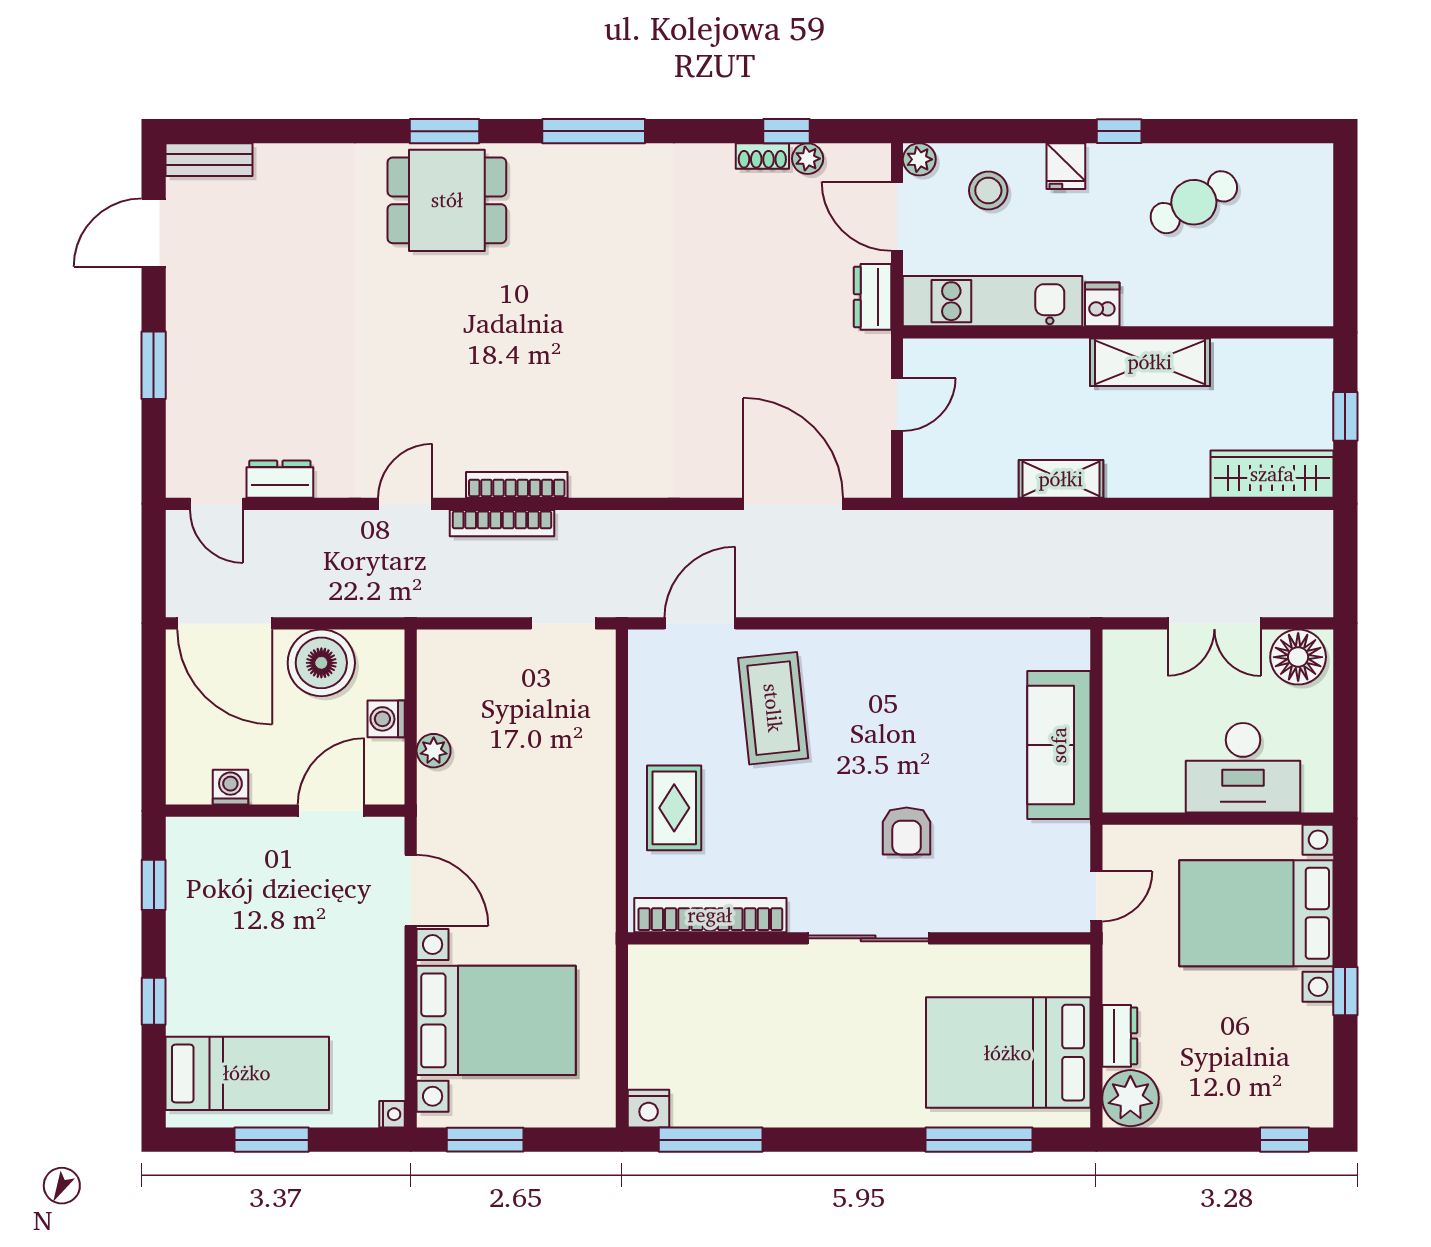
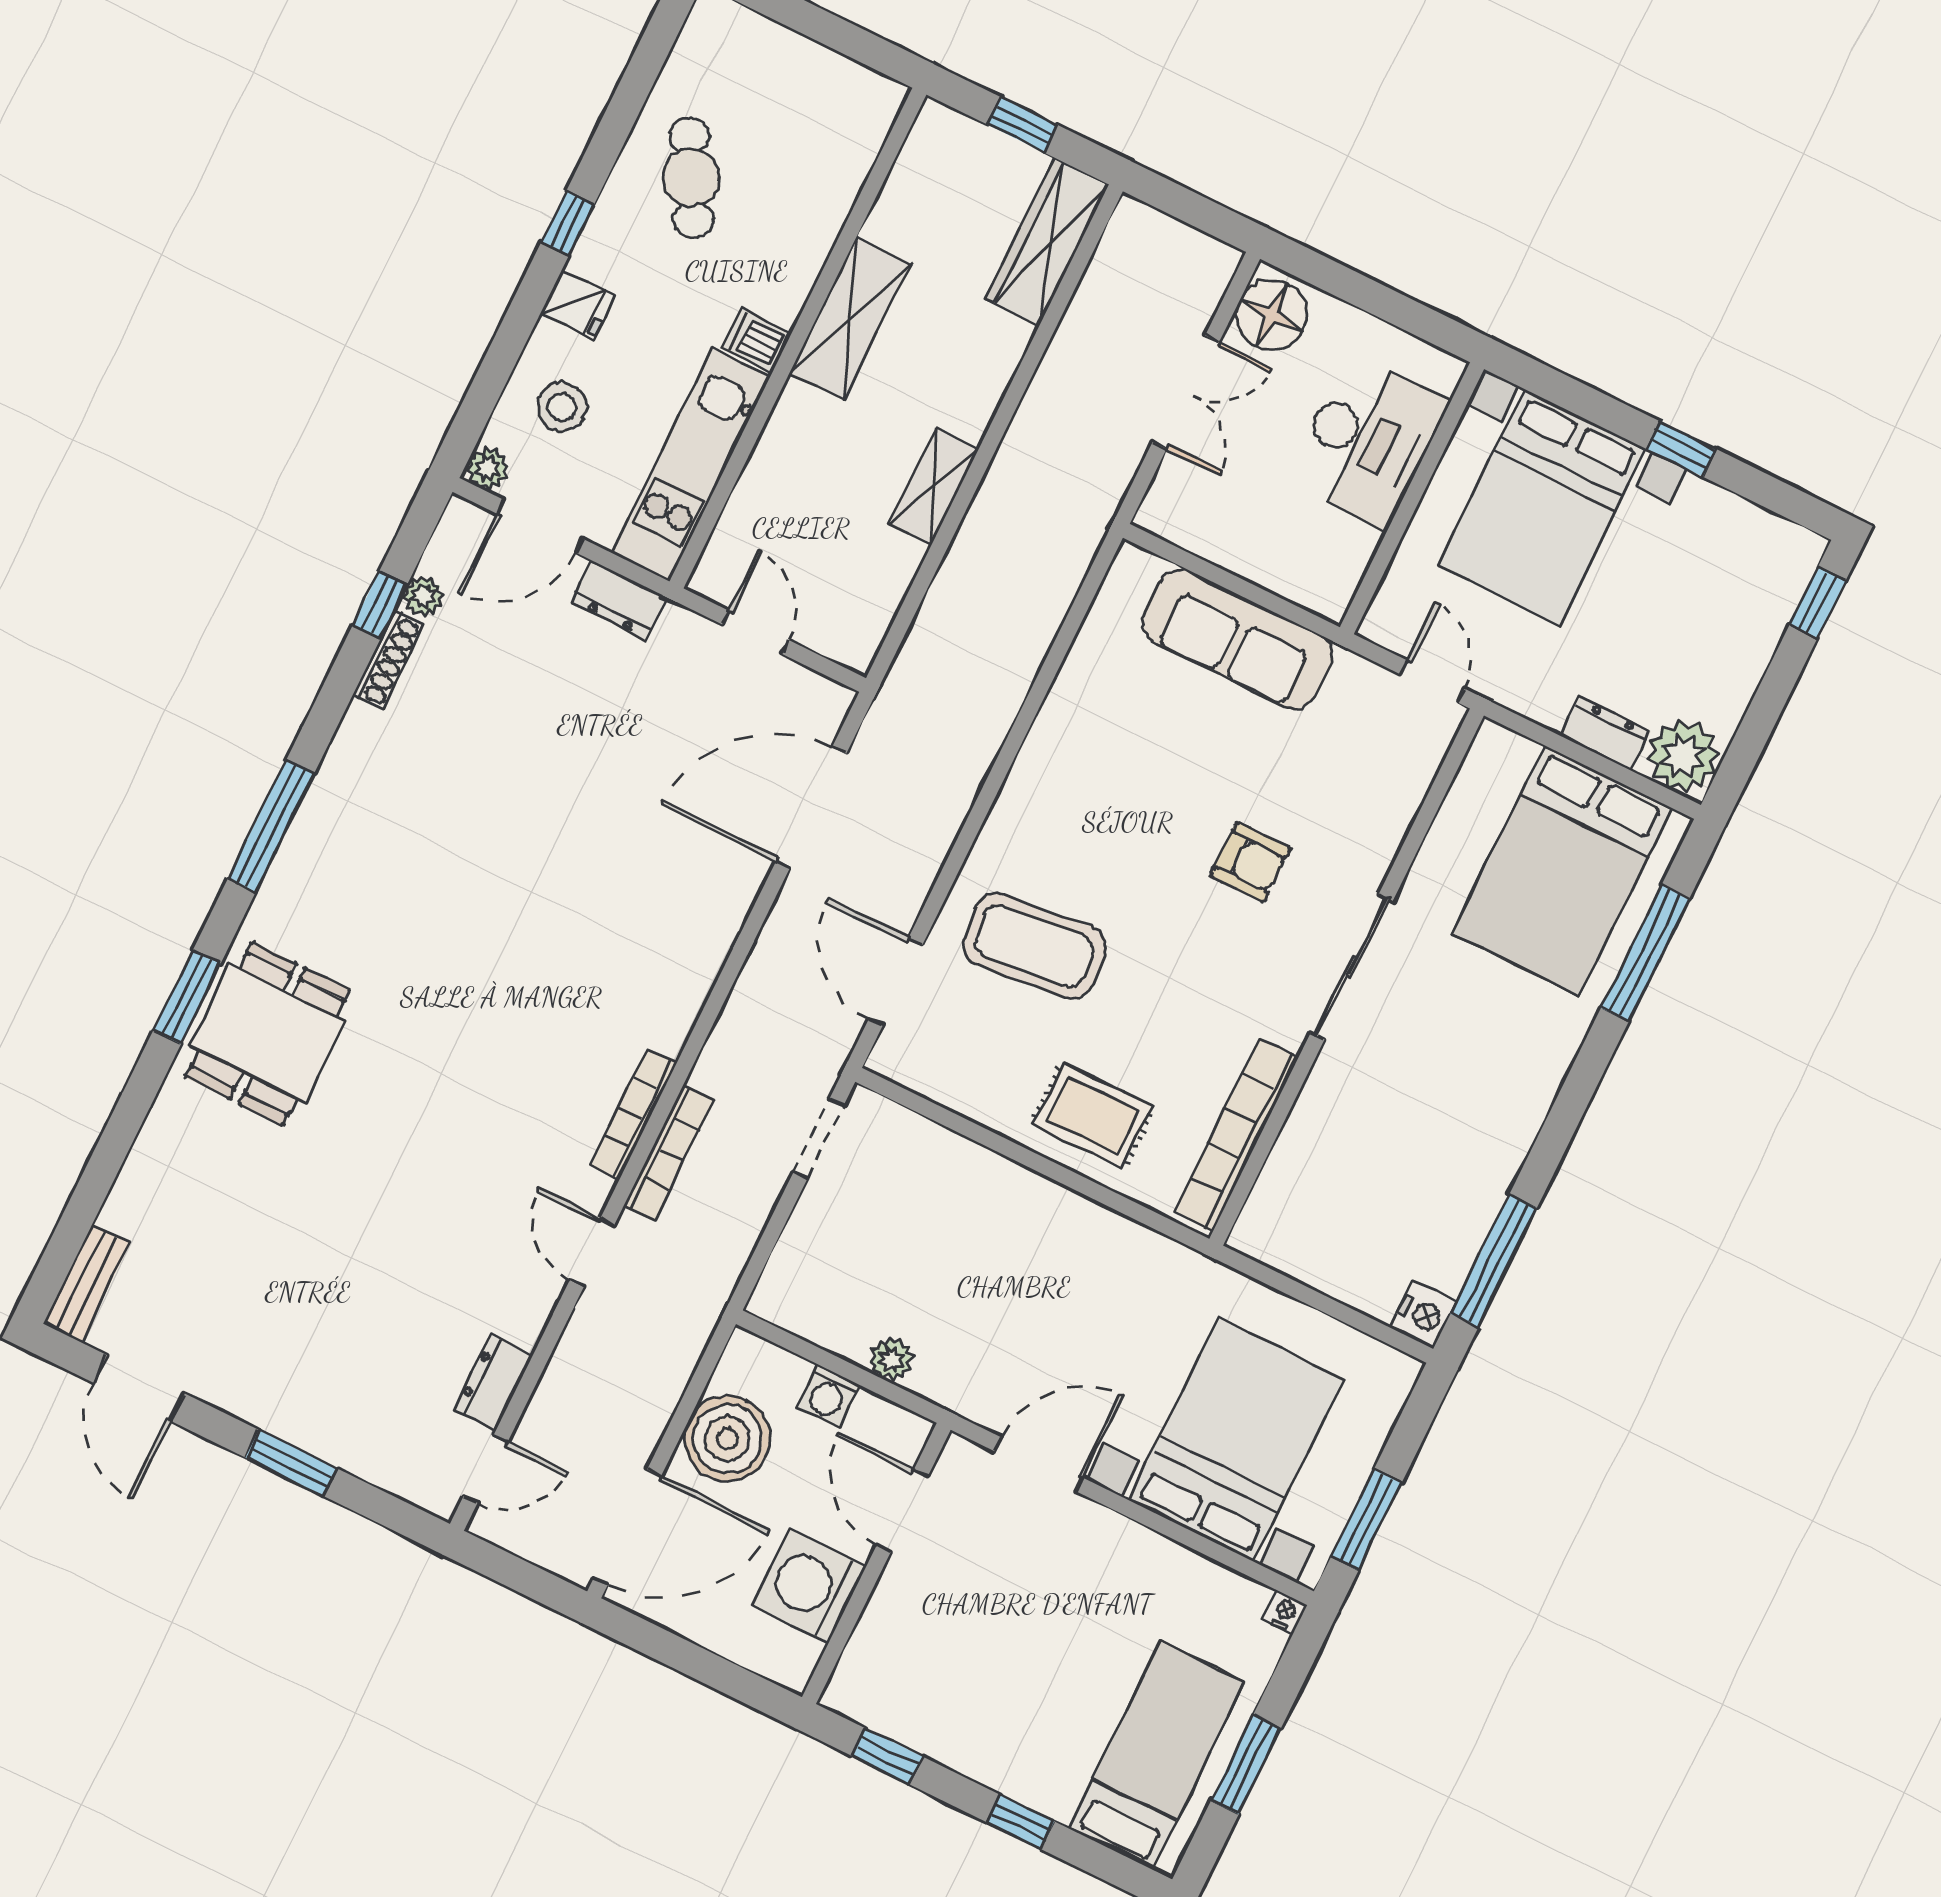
shoe rack: (762, 156) -> (388, 660), width x1.43
washing machine: (230, 787) -> (809, 1586), width x1.89, depth x1.89

